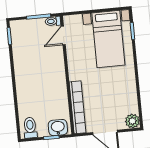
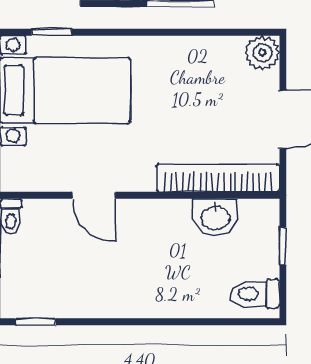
door: (63, 35) -> (94, 195), moved
washbasin: (58, 128) -> (215, 217), moved, turned -90

